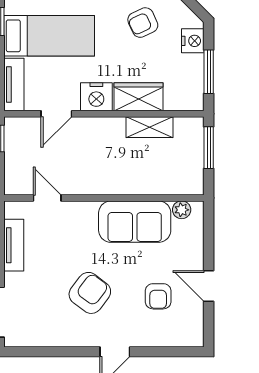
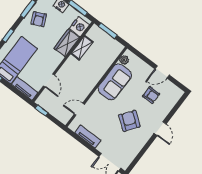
nightstand: (96, 97) -> (79, 26), moved

